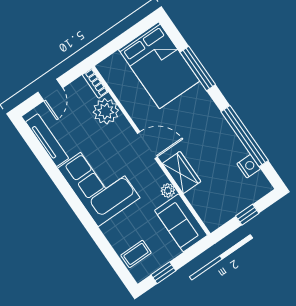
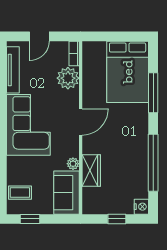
door: (147, 145) -> (81, 122), hinge flipped
nightstand: (249, 166) -> (141, 207), moved
wardrobe: (182, 172) -> (91, 170), moved

